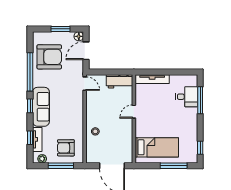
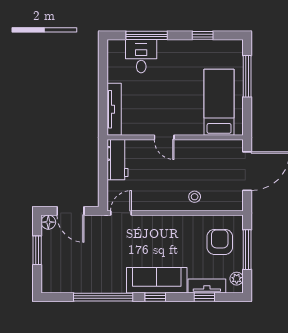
armchair: (49, 57) -> (80, 268), removed
armchair: (66, 148) -> (220, 242), turned 180
window: (200, 148) -> (203, 35), moved

